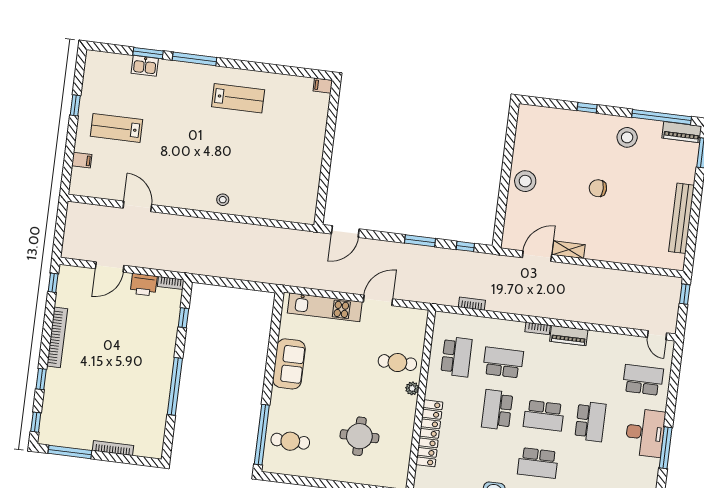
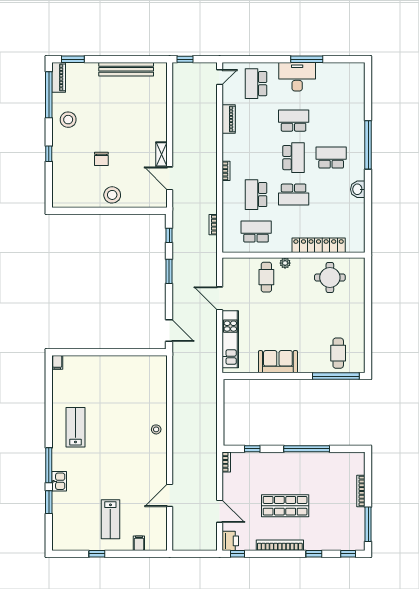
kitchen sink: (145, 66) -> (59, 481), moved
chair: (598, 188) -> (101, 159), moved
printer: (144, 285) -> (230, 541), moved
piano: (569, 336) -> (229, 119), moved
shop shelf: (106, 350) -> (285, 506), added
round table: (359, 436) -> (330, 277), moved
school desk: (538, 463) -> (331, 158), turned -90

